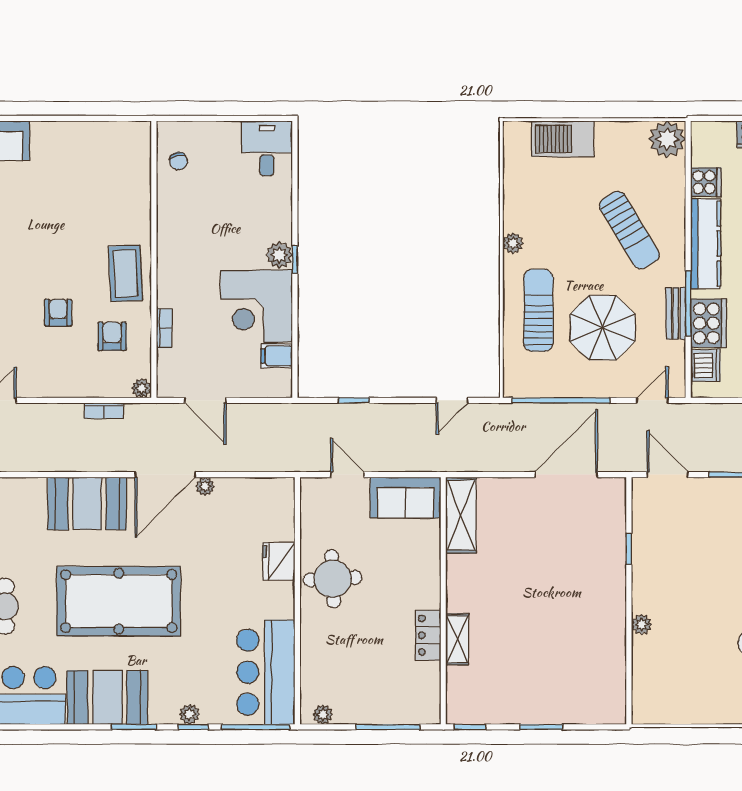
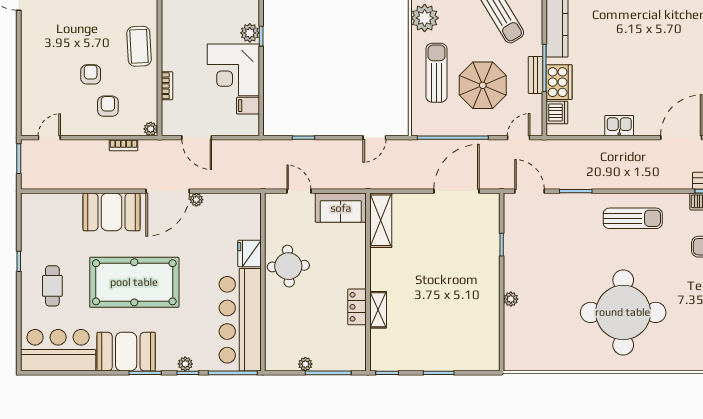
plant: (513, 243) -> (425, 18), width x1.88, depth x1.88
armchair: (112, 336) -> (108, 106), moved
bar counter: (266, 672) -> (240, 320), width x1.36
plant: (323, 715) -> (305, 364), moved

